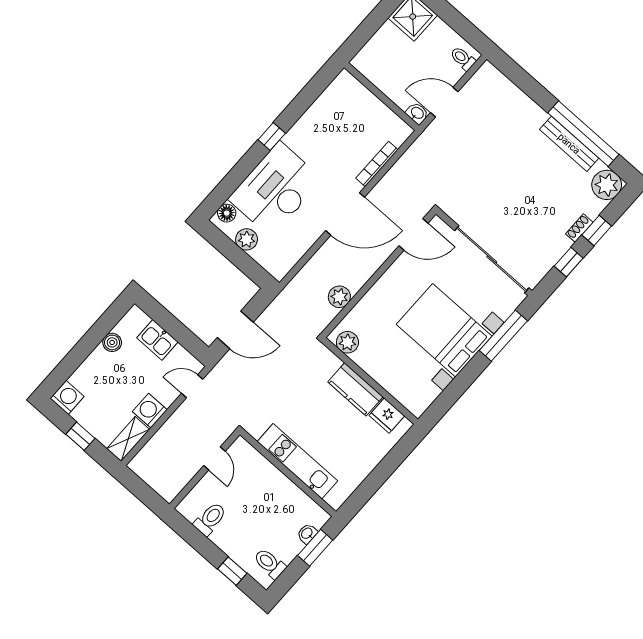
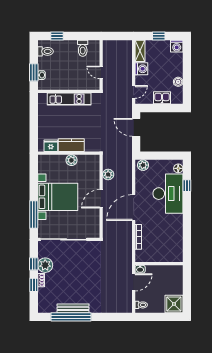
window: (272, 137) -> (187, 186), moved
plant: (607, 185) -> (45, 265), moved
door: (413, 234) -> (101, 199), moved
plant: (247, 239) -> (143, 165), moved
door: (235, 330) -> (136, 127), hinge flipped
plant: (347, 342) -> (72, 160), moved

